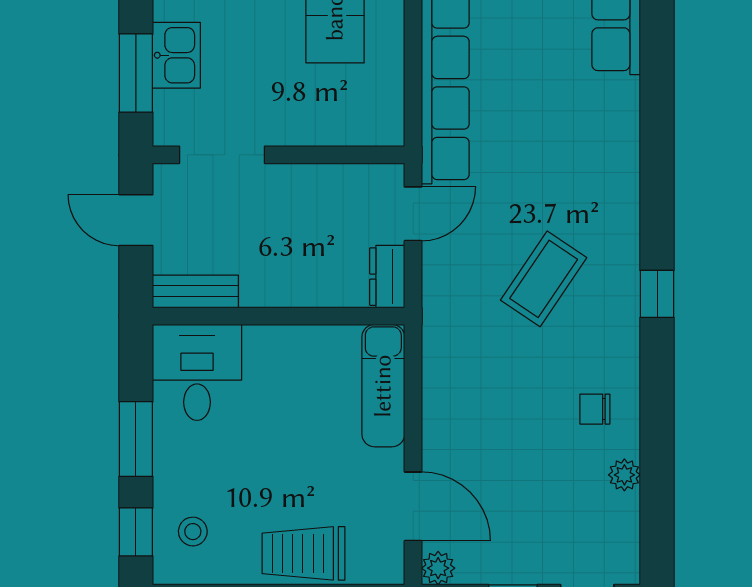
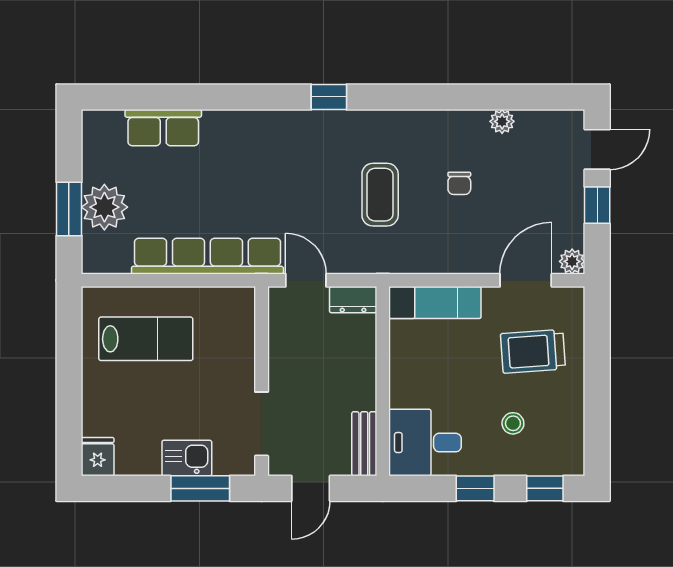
coffee table: (544, 279) -> (380, 195), moved, turned 56
window: (657, 294) -> (329, 97), moved
chair: (595, 409) -> (459, 183), moved
window: (136, 439) -> (475, 488), width x0.67
stool: (193, 532) -> (513, 423), moved
trolley: (304, 553) -> (533, 351), moved, turned 86

